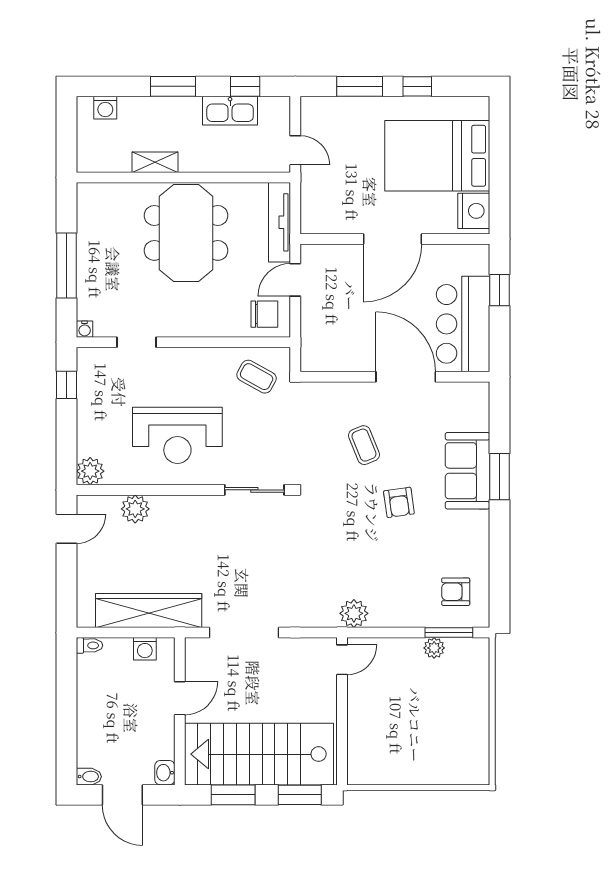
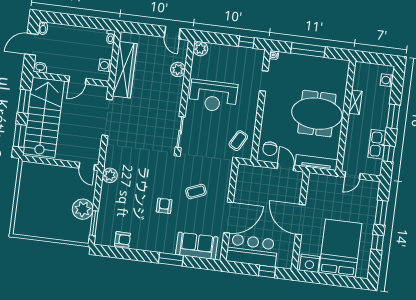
reception desk: (177, 435) -> (213, 96), turned -90
sofa: (467, 471) -> (197, 246), moved
armchair: (399, 502) -> (164, 206), turned 98
armchair: (456, 592) -> (123, 239), moved, turned 90
plant: (434, 648) -> (83, 209), width x1.87, depth x1.87
door: (180, 698) -> (77, 80), hinge flipped

